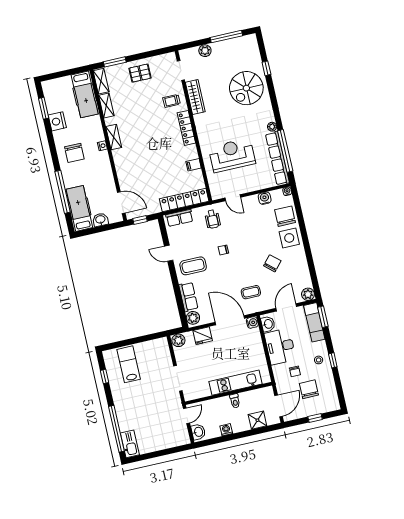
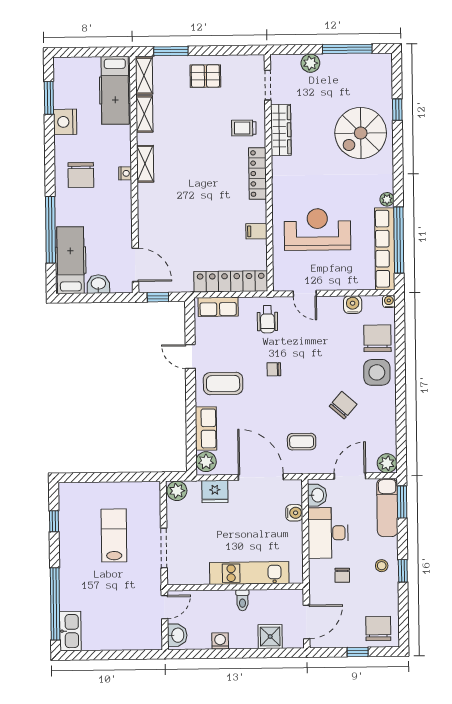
water cooler: (252, 322) -> (294, 513), moved
lab bench: (129, 364) -> (114, 535), moved
chair: (309, 389) -> (378, 629), moved

